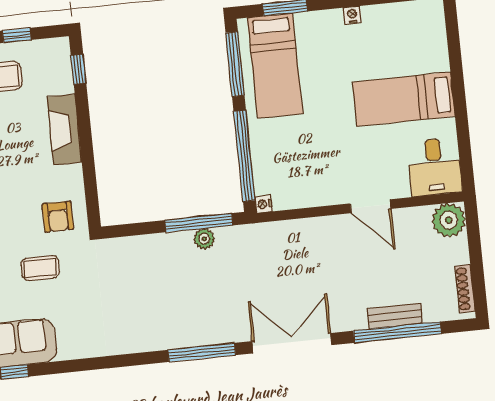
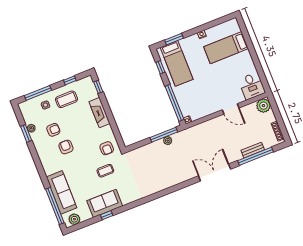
window: (235, 64) -> (160, 67), width x0.46
bed: (404, 99) -> (226, 48), moved
window: (202, 352) -> (180, 186), removed

